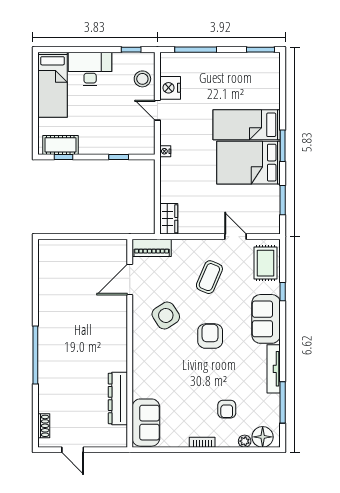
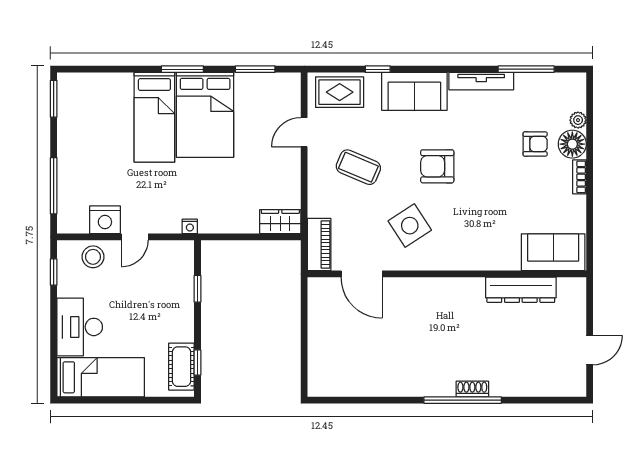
shoe rack: (44, 426) -> (472, 389), moved
floor lamp: (263, 437) -> (572, 144), moved

